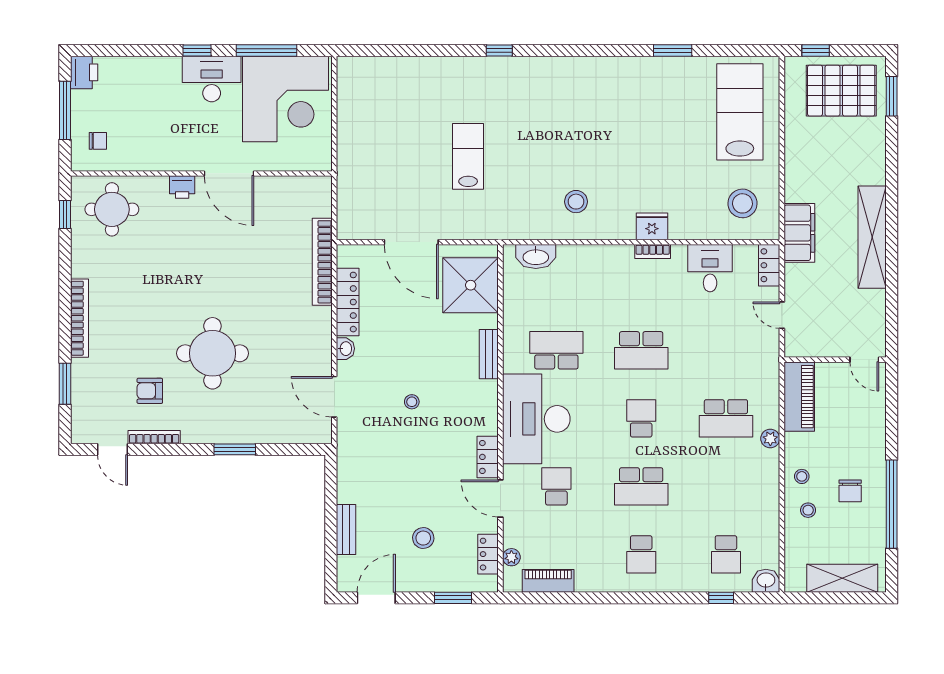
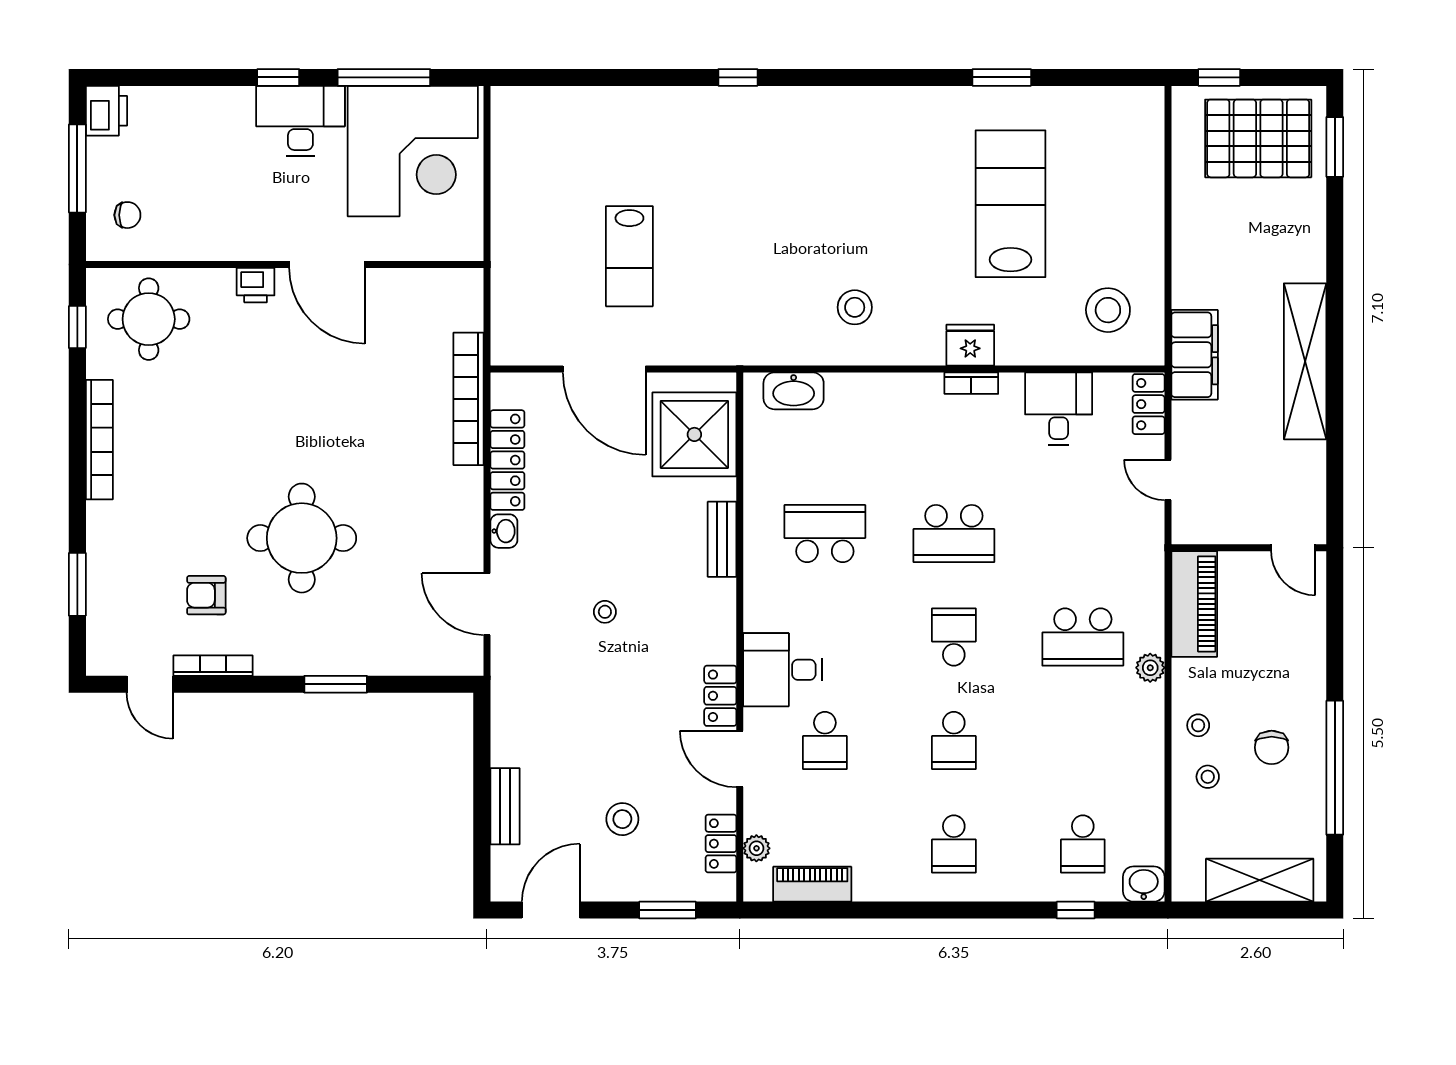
lab bench: (740, 112) -> (1011, 204), moved
lab bench: (468, 156) -> (629, 256), moved, turned 180
bookcase: (79, 318) -> (99, 440), moved
desk: (536, 419) -> (783, 670), width x0.53, depth x0.77
school desk: (556, 486) -> (825, 740), turned 180
school desk: (641, 486) -> (954, 740), width x0.54

